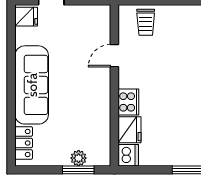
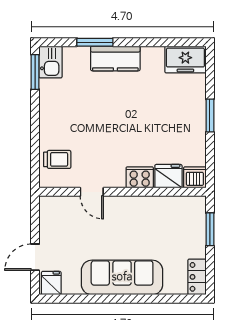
locker: (24, 143) -> (197, 277), moved, turned -90
plant: (79, 158) -> (198, 229), removed

